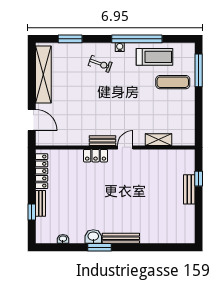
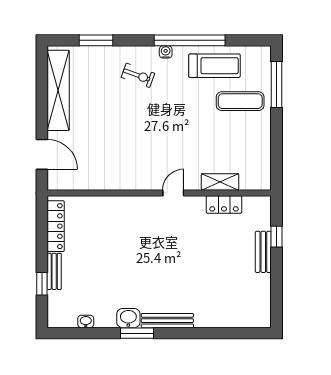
bench: (102, 141) -> (141, 183), removed
locker: (96, 156) -> (224, 204), moved

